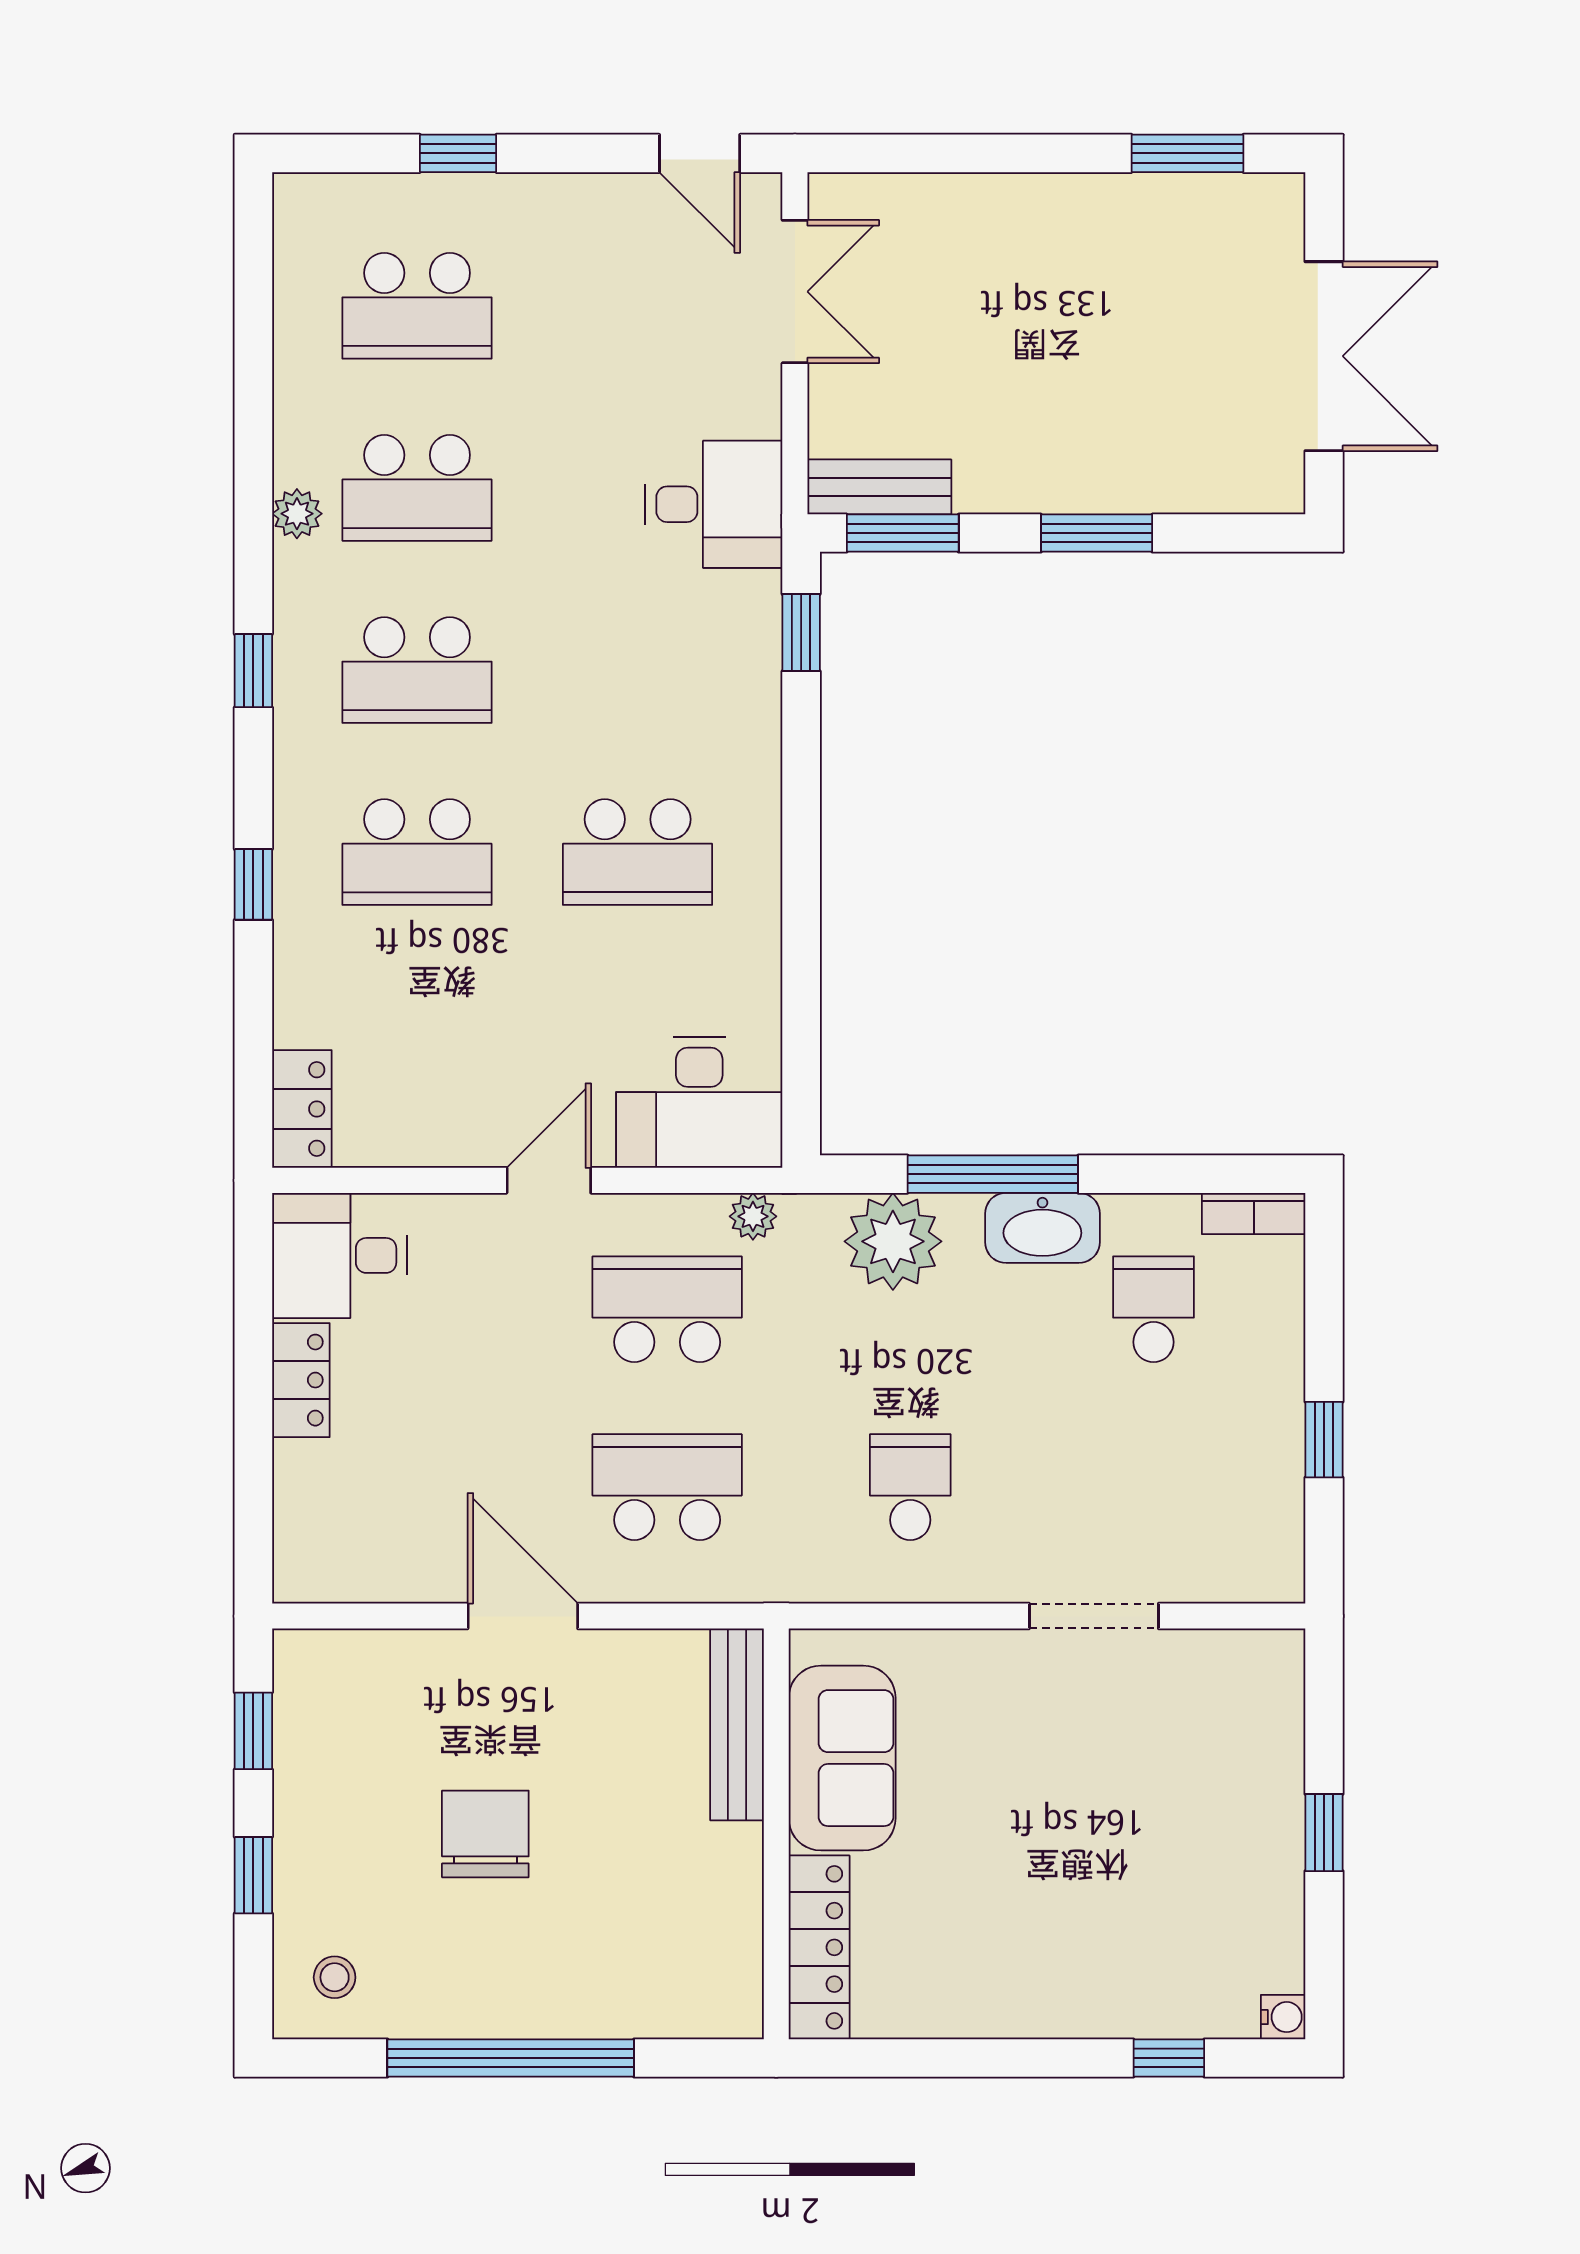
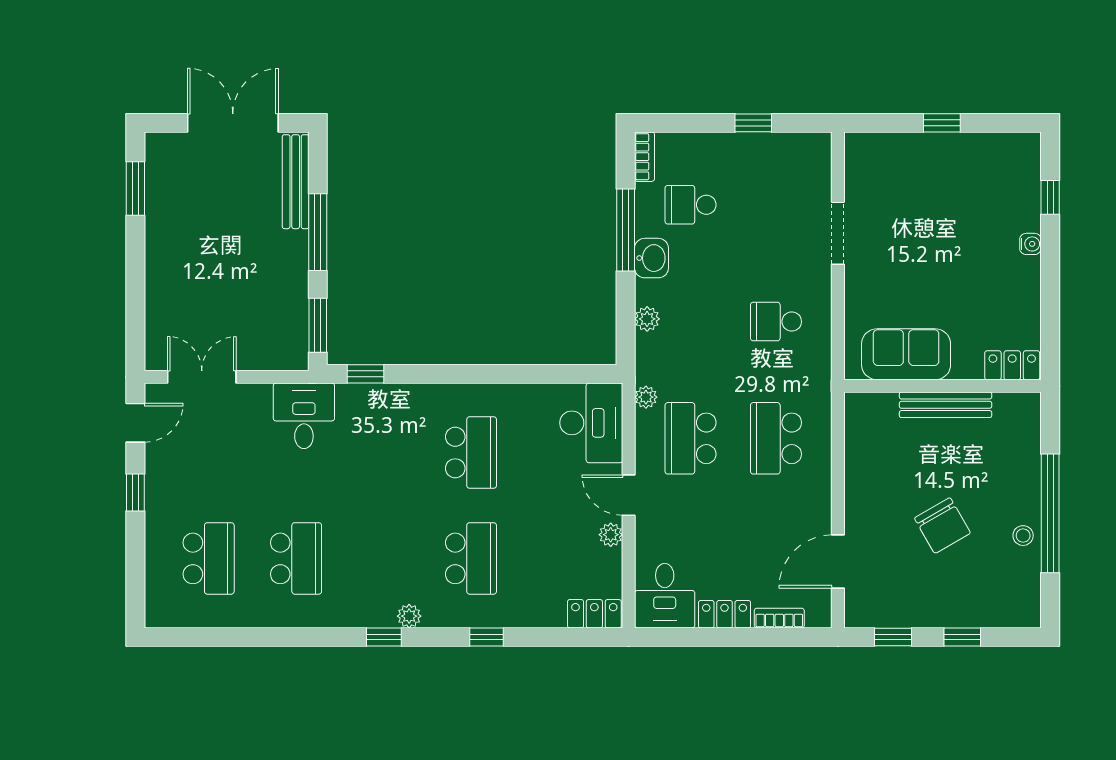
window: (458, 153) -> (135, 493), moved
bench: (879, 487) -> (296, 182), moved, width x1.36
plant: (297, 514) -> (409, 616), moved
window: (1097, 533) -> (318, 232), width x1.44
school desk: (417, 670) -> (384, 558), removed
plant: (466, 1143) -> (611, 535), added
window: (993, 1174) -> (626, 230), moved
washbasin: (1042, 1228) -> (651, 258), width x0.72
plant: (893, 1241) -> (647, 319), width x0.53, depth x0.53
bookcase: (293, 1494) -> (779, 618), added
door: (523, 1616) -> (838, 562), moved
bench: (737, 1724) -> (946, 405), moved
chair: (485, 1834) -> (942, 526), turned -120
locker: (819, 1947) -> (1012, 365), width x0.66
stool: (335, 1977) -> (1023, 536), moved
water cooler: (1283, 2017) -> (1030, 244), moved, turned 90

